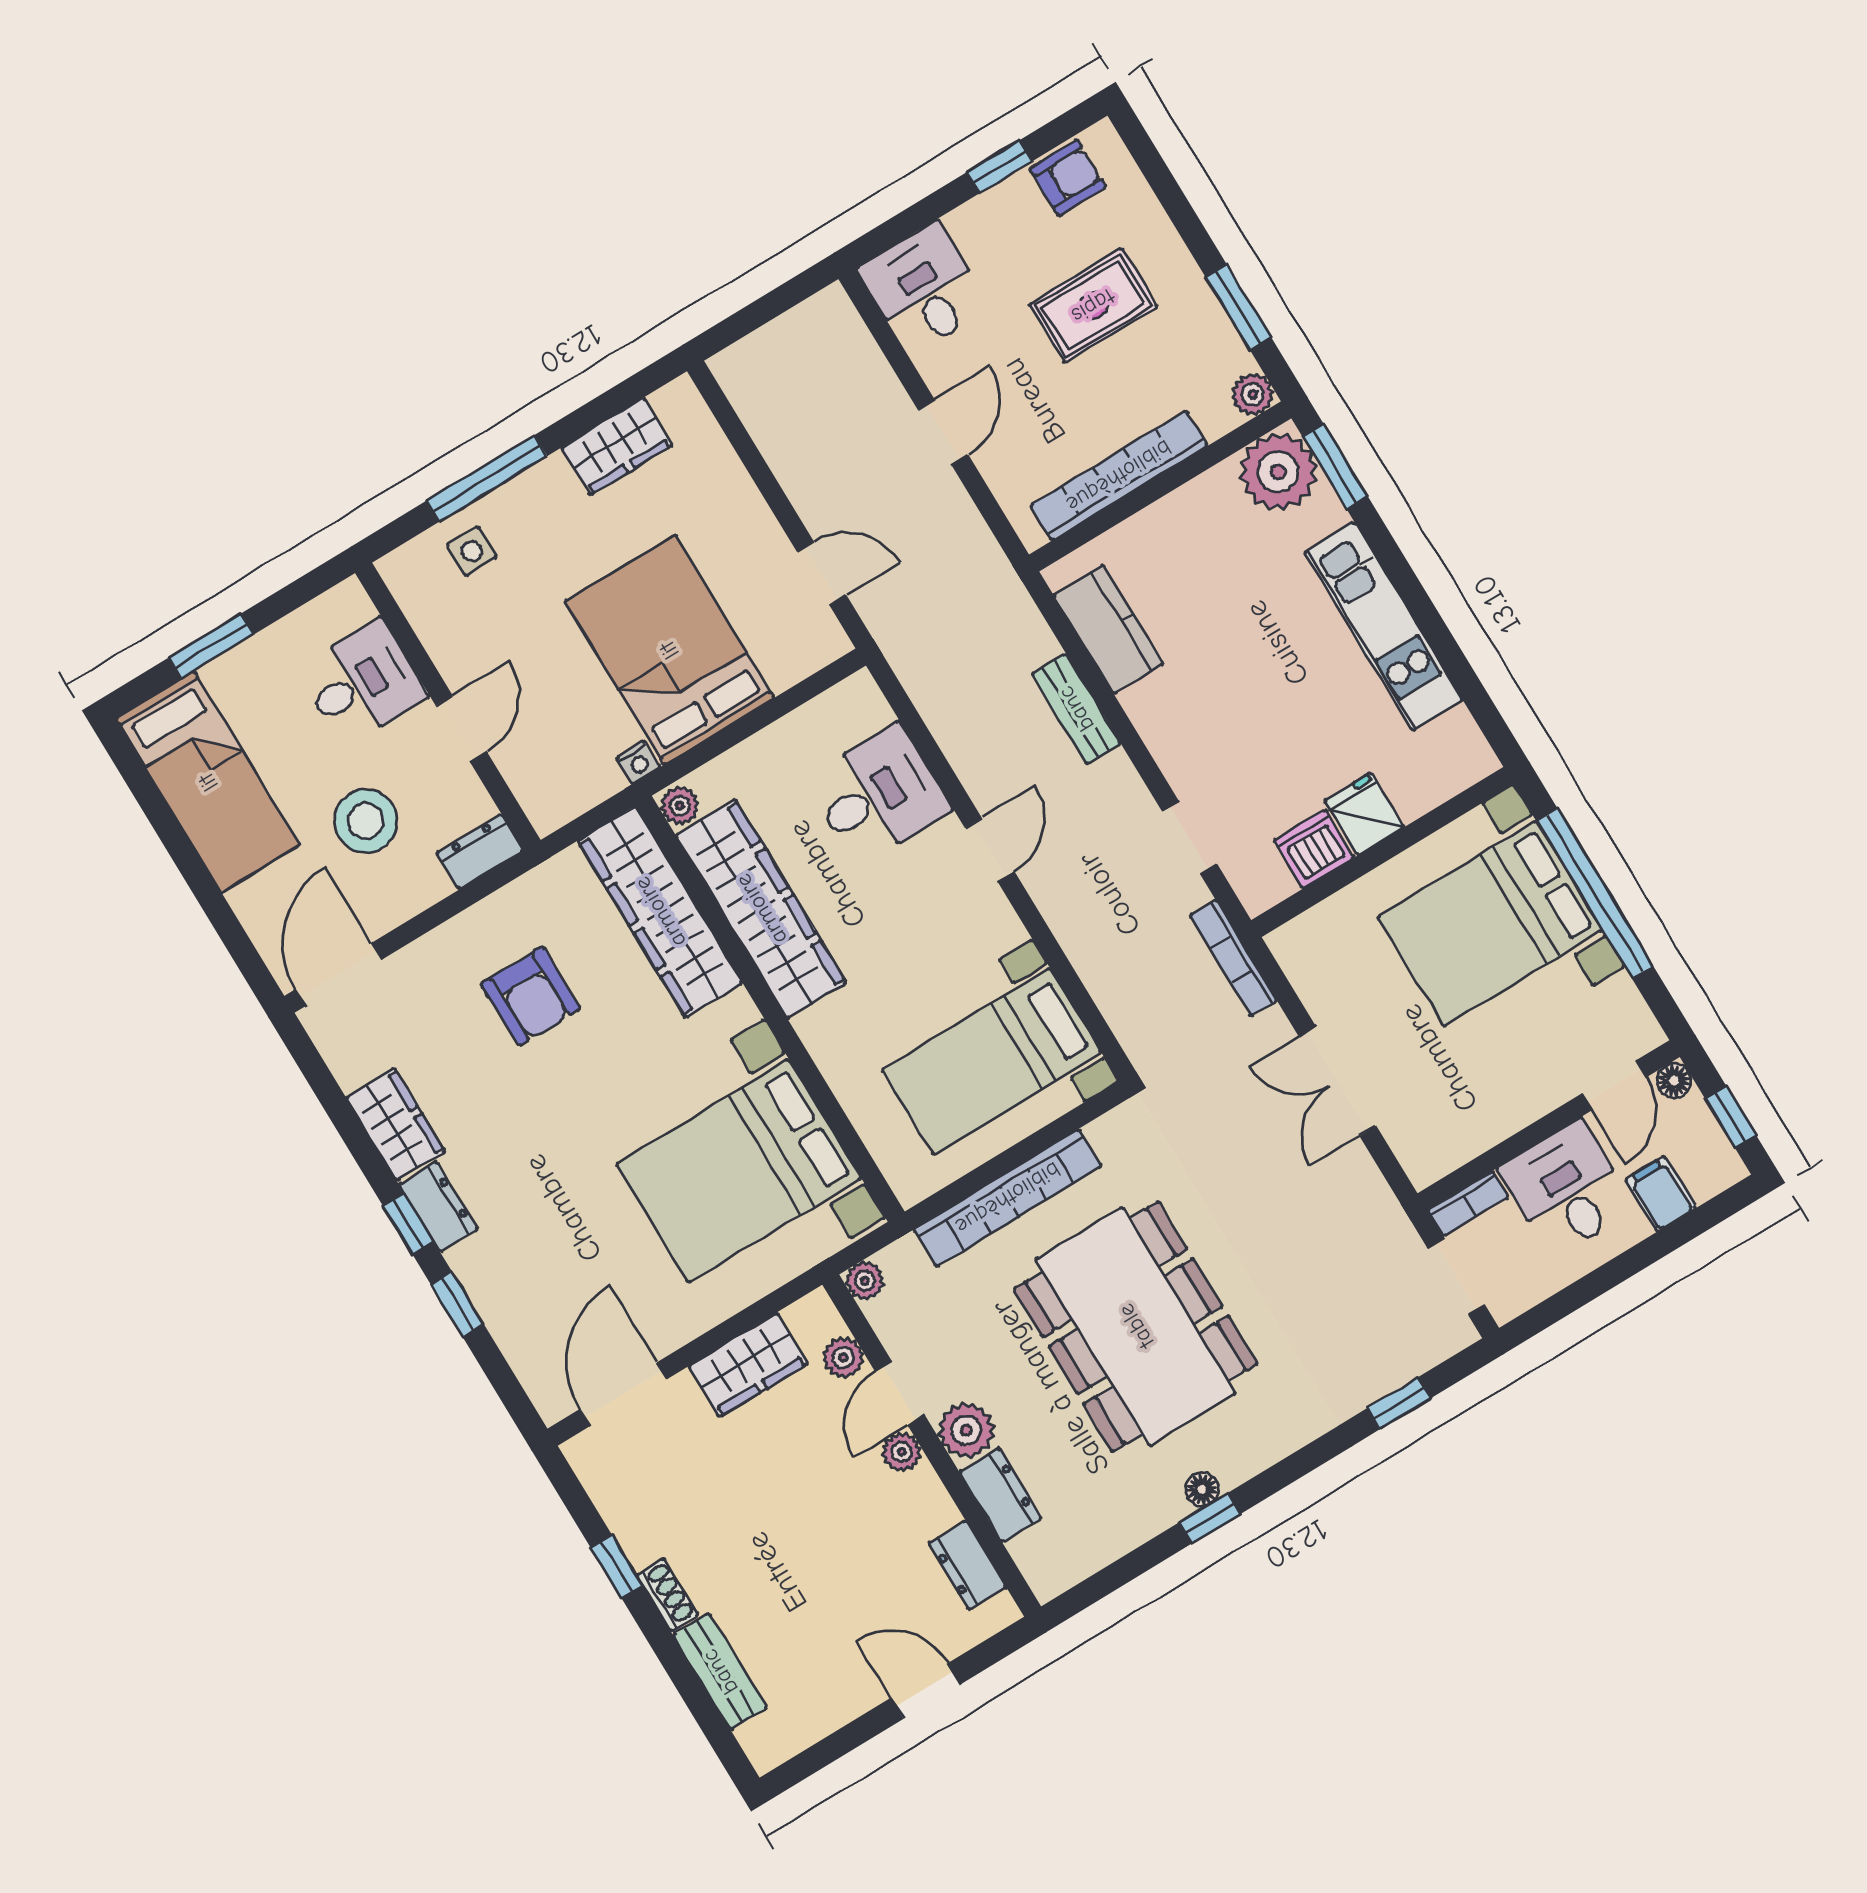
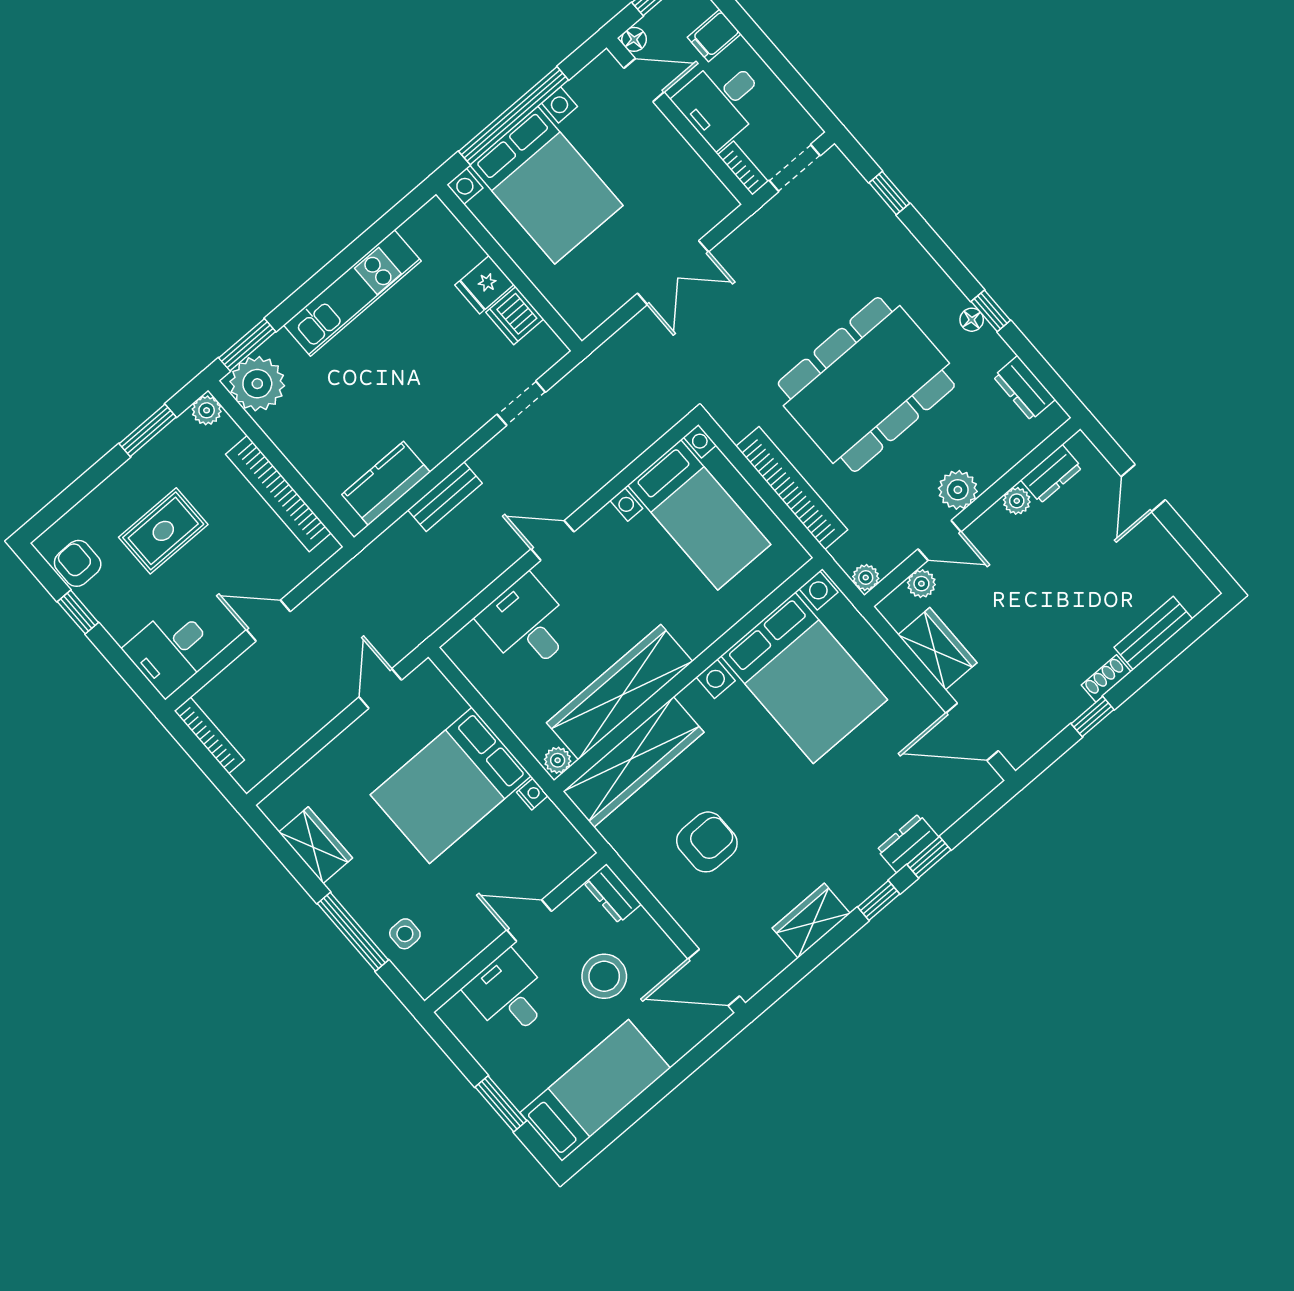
rug: (1093, 306) -> (163, 531), turned 90
bookcase: (1233, 958) -> (209, 735), moved, turned -90
dresser: (439, 1207) -> (908, 843), moved
plant: (902, 1452) -> (1017, 501), moved
dresser: (1000, 1495) -> (1024, 388), moved, turned -90

